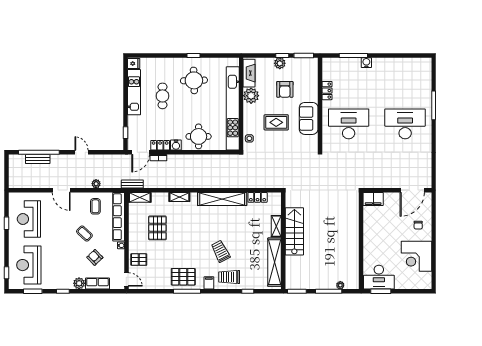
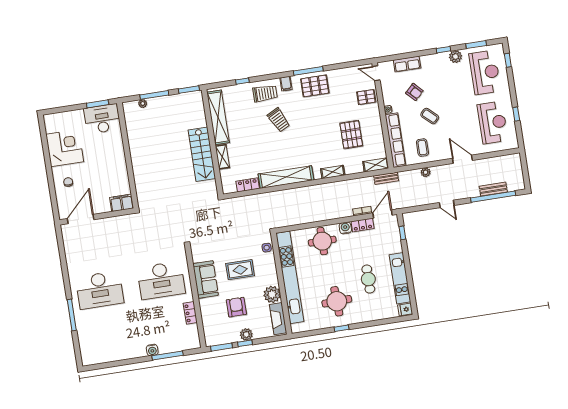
plant: (79, 283) -> (456, 57), moved

